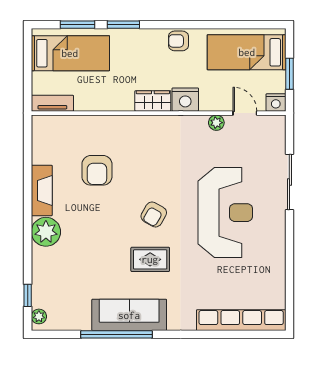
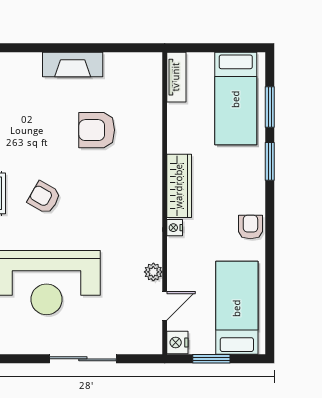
nightstand: (185, 100) -> (175, 228), width x0.53, depth x0.56
wardrobe: (153, 101) -> (179, 186), width x1.50
plant: (46, 232) -> (24, 69), removed

